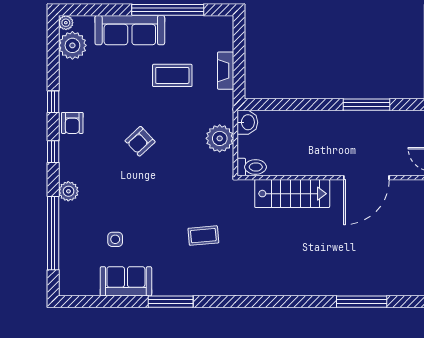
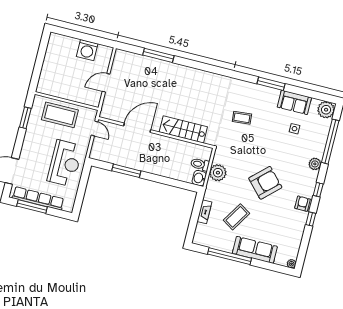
plant: (72, 45) -> (326, 110), moved
coffee table: (172, 75) -> (237, 217), turned -58
armchair: (140, 141) -> (265, 183), width x1.88, depth x1.88
toilet: (252, 167) -> (200, 164), moved

